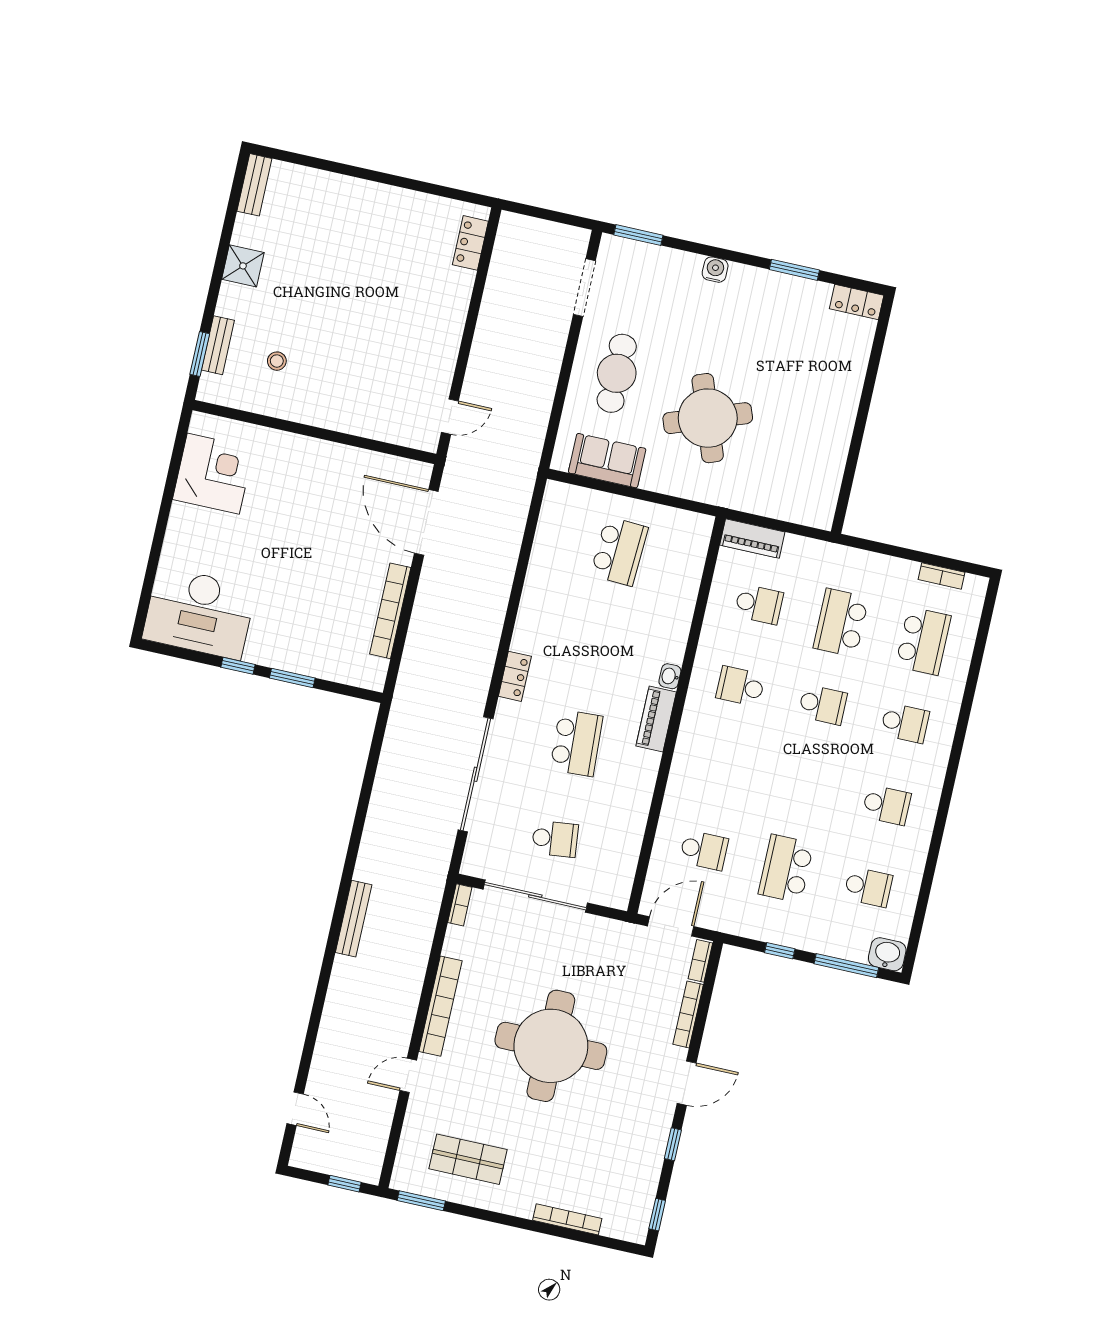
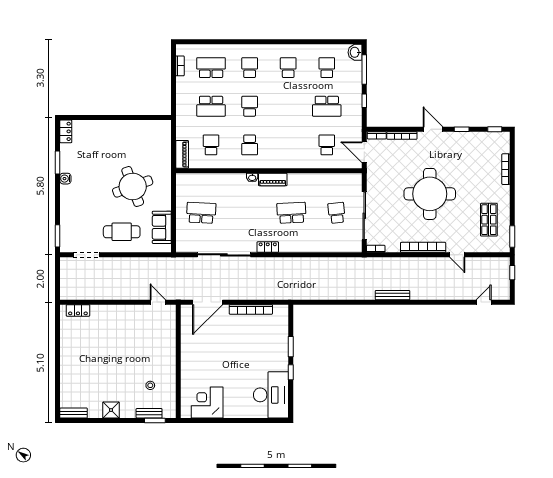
water cooler: (715, 270) -> (65, 179), moved
sliding door: (476, 774) -> (224, 255), moved

